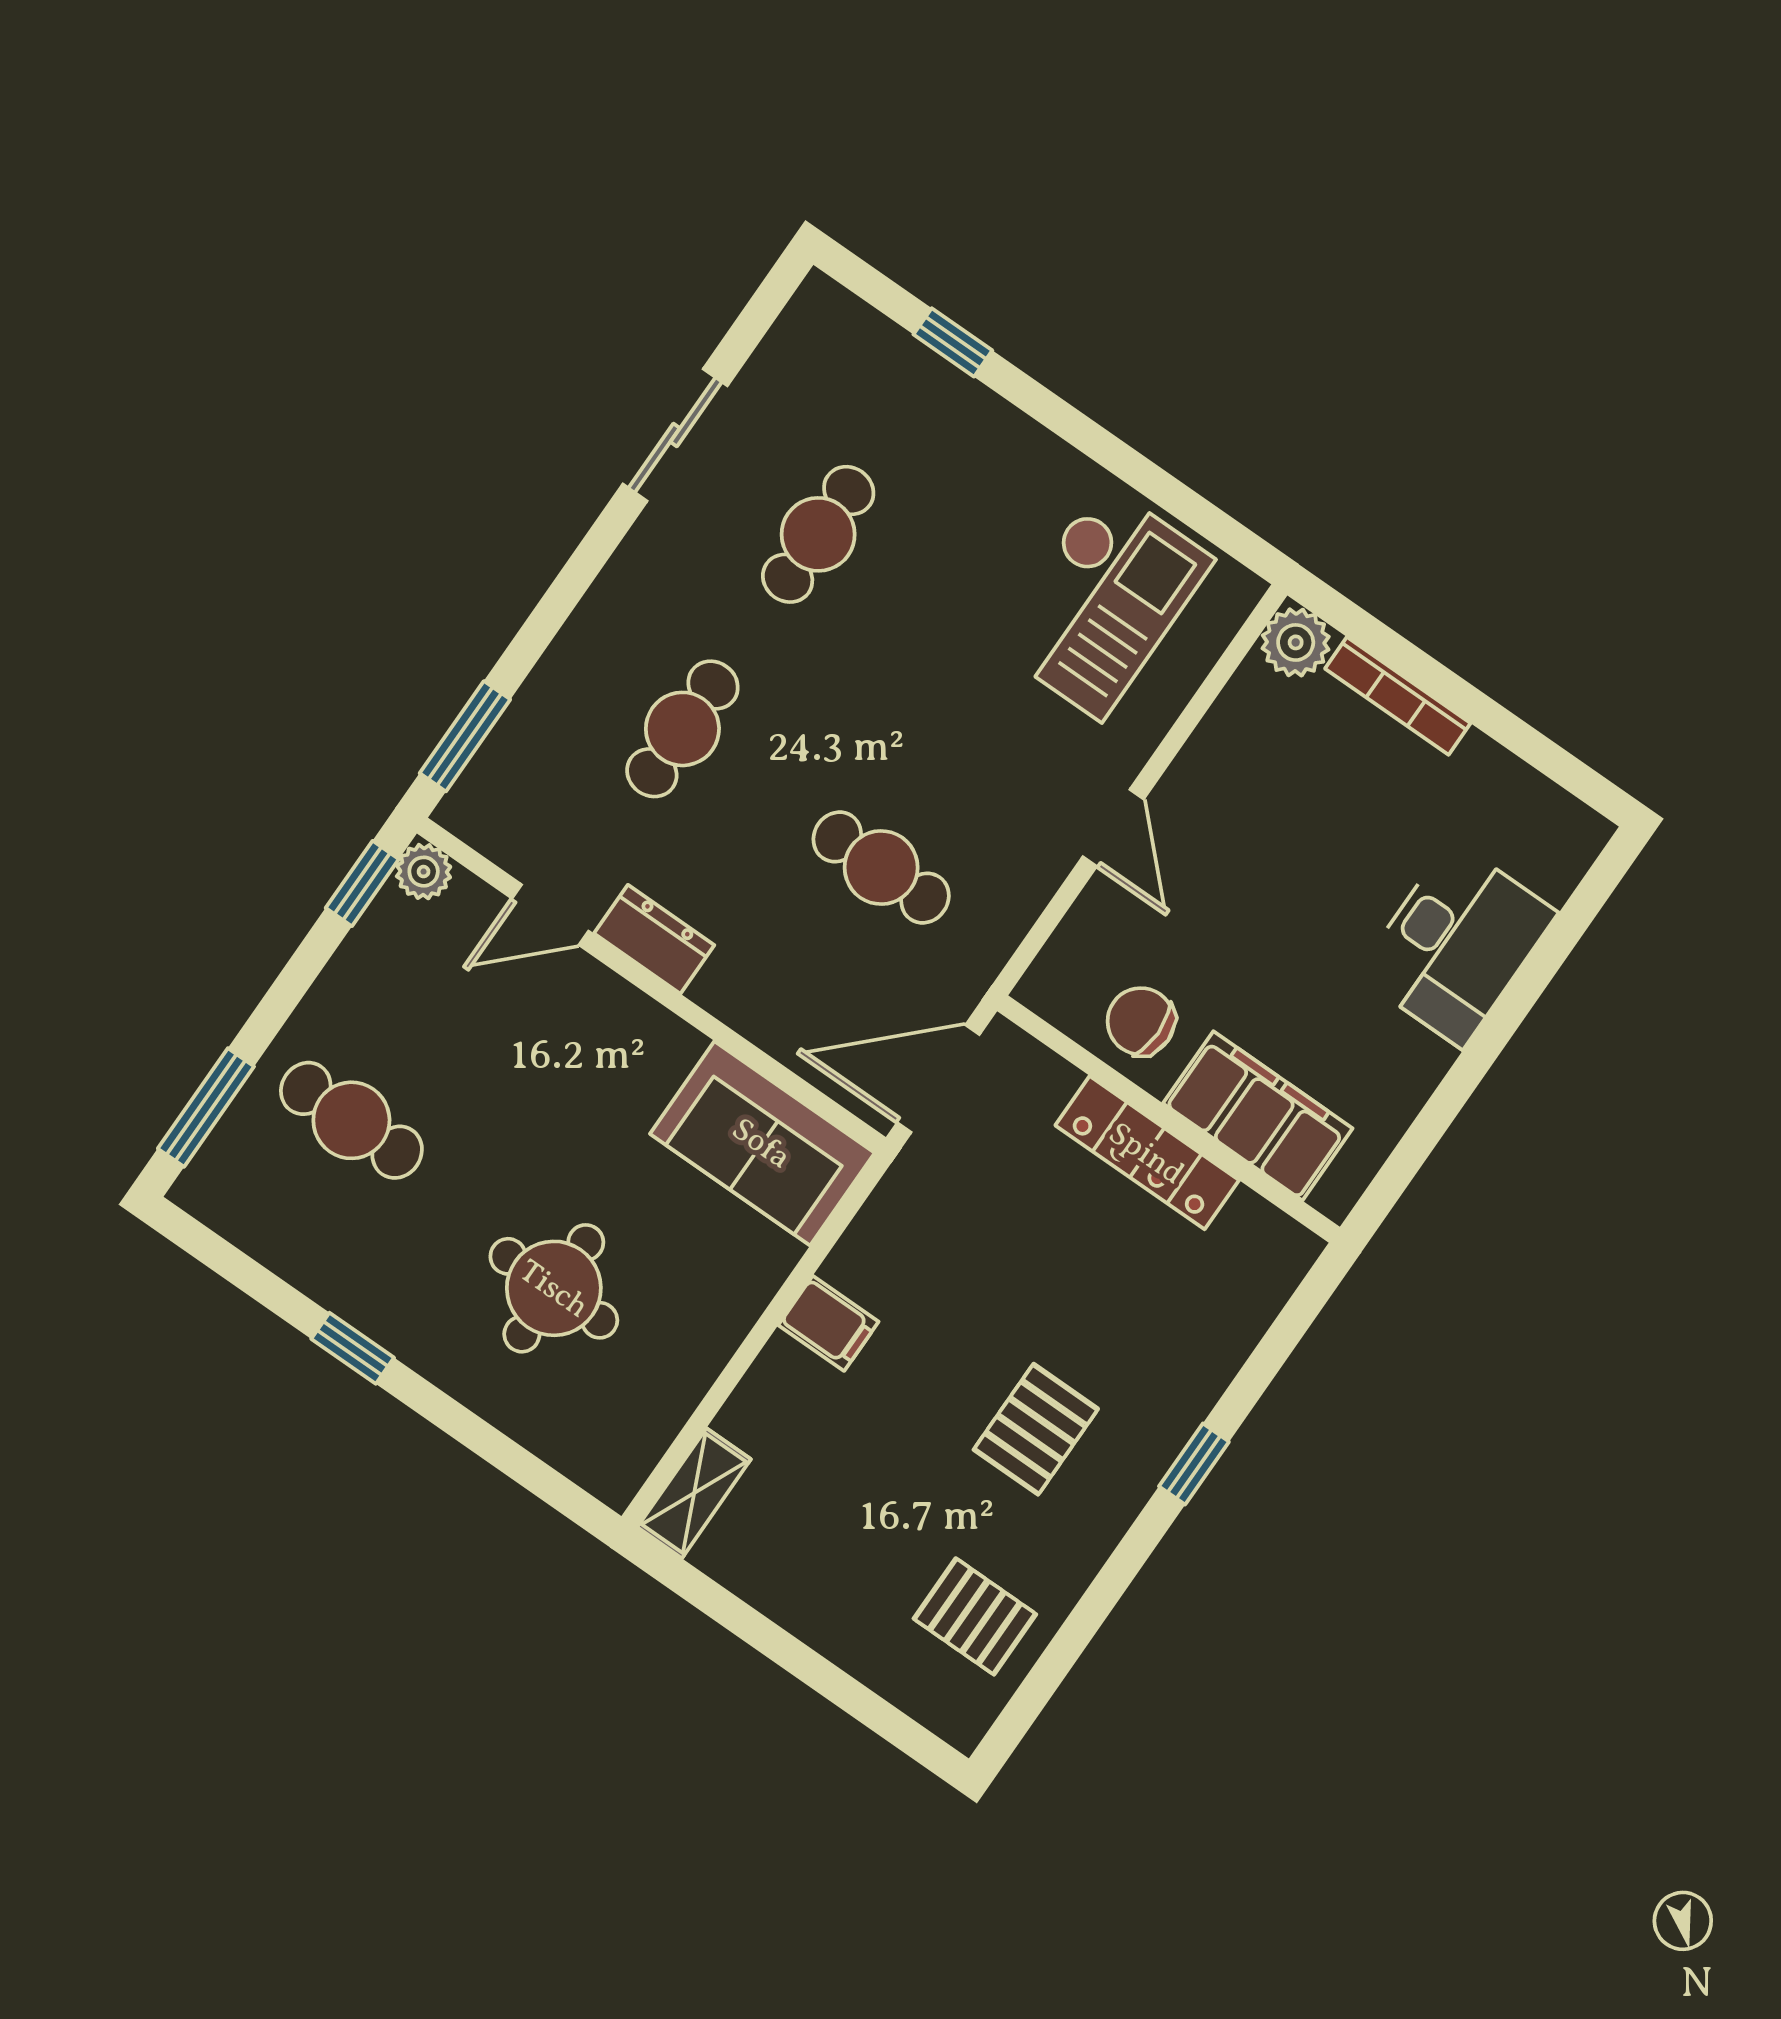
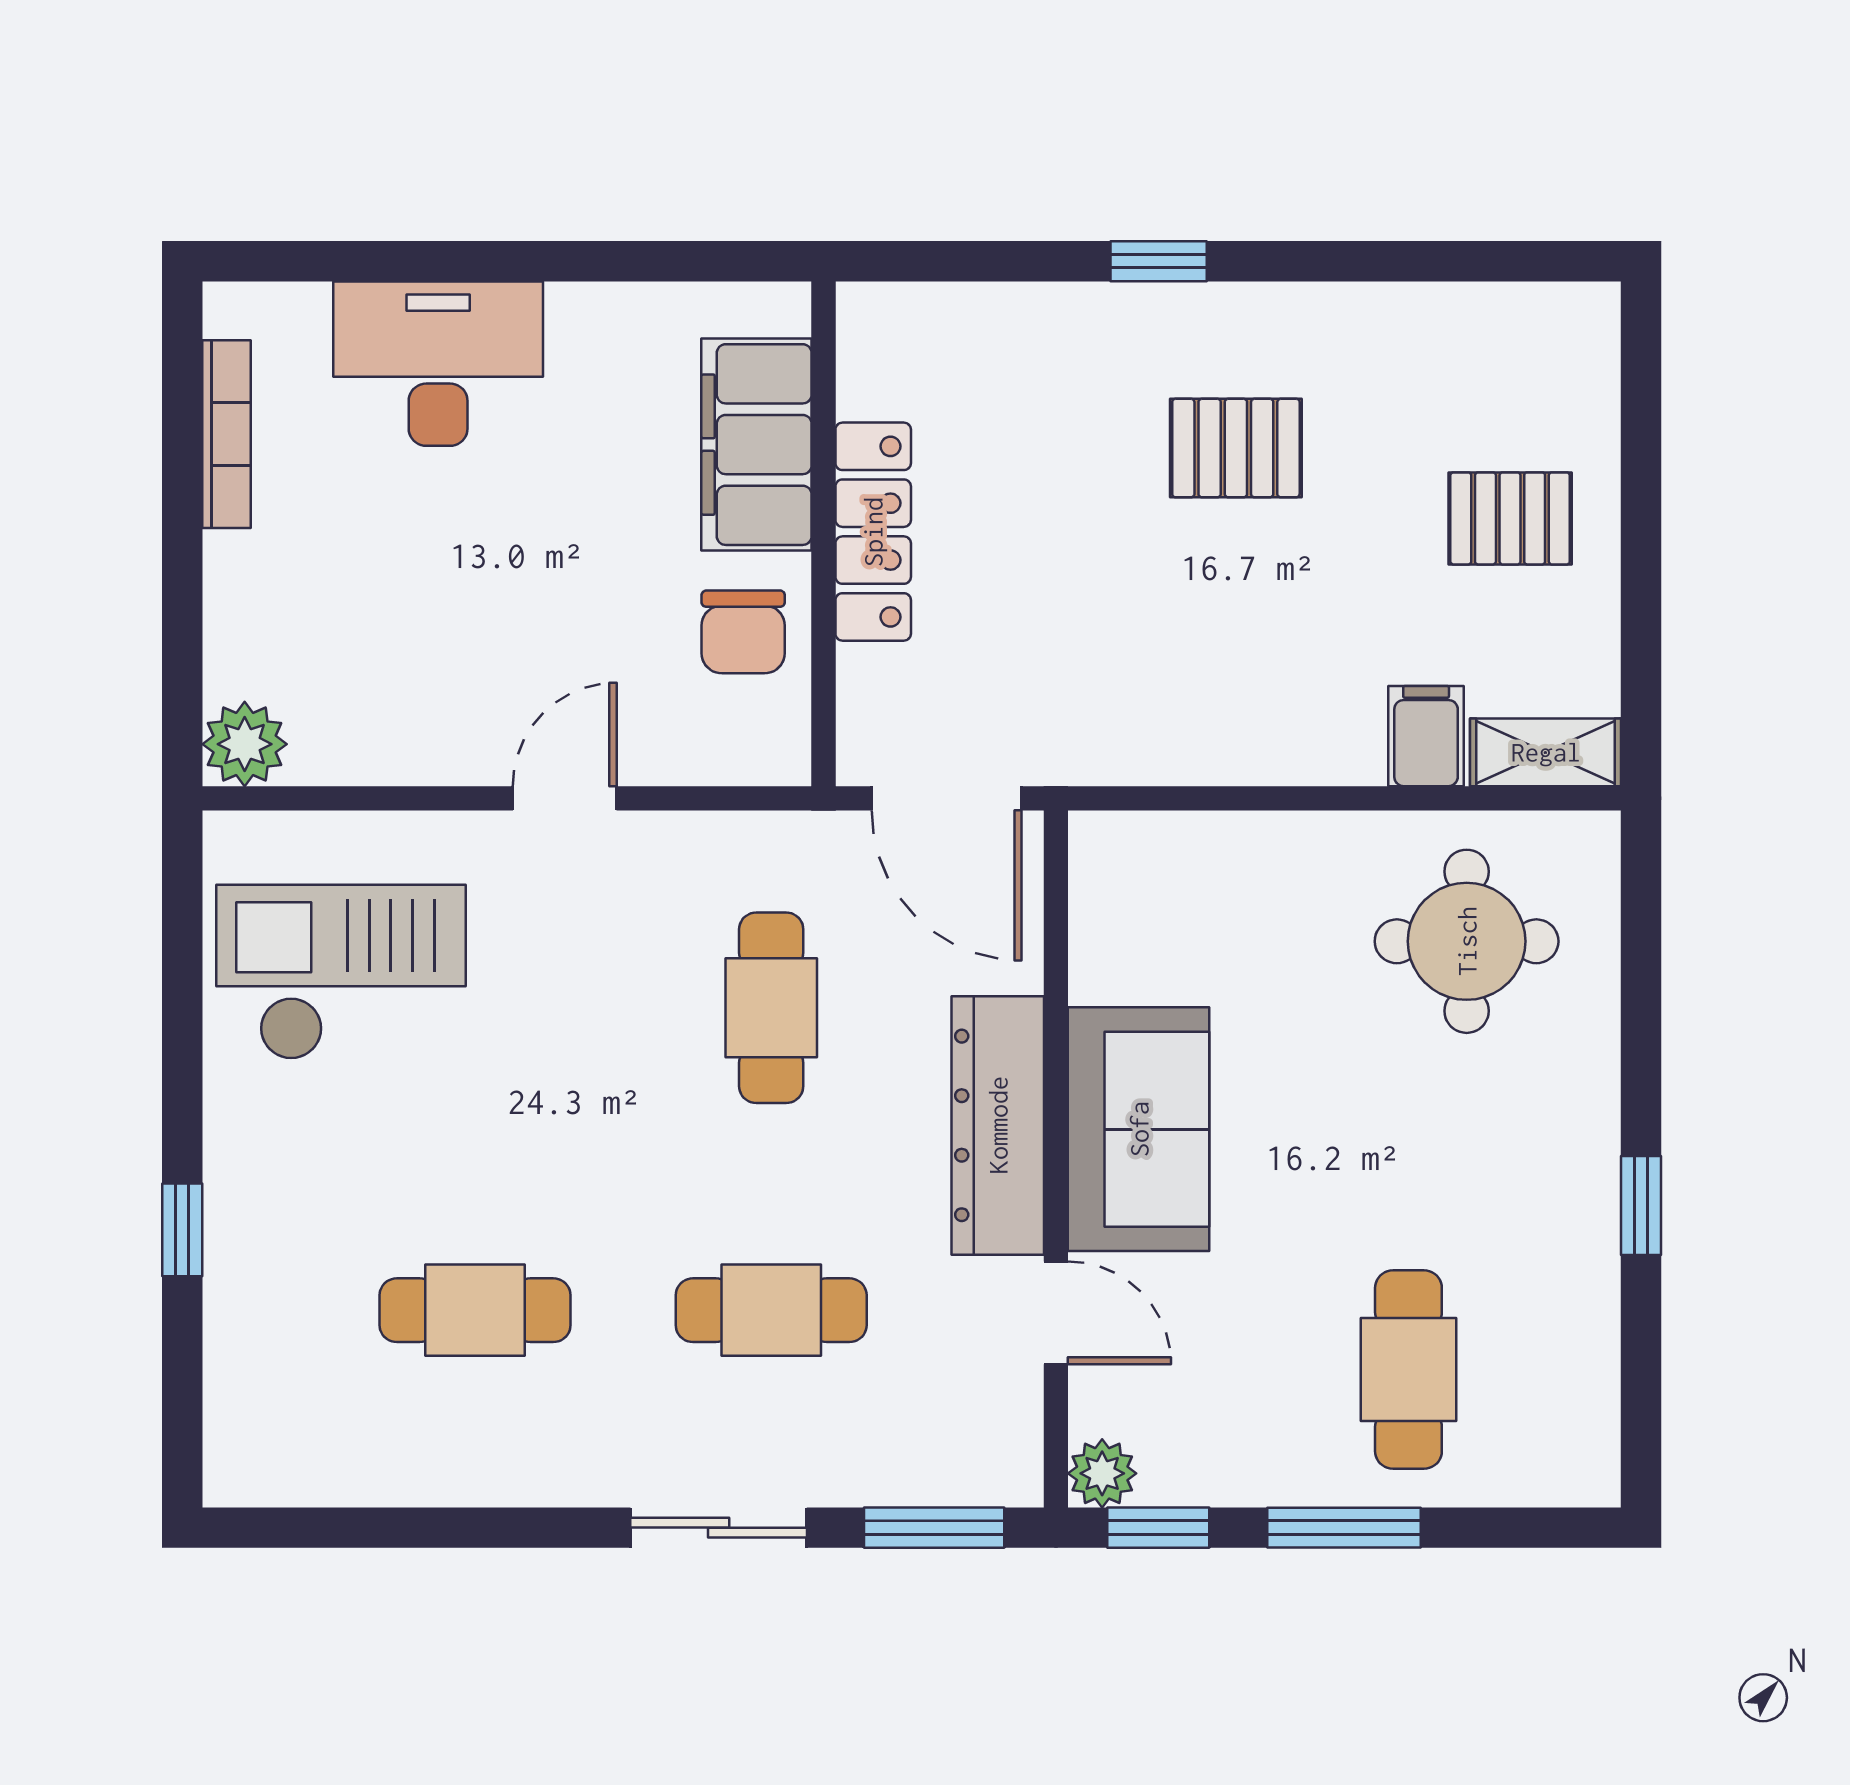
window: (953, 342) -> (182, 1230), moved
sliding door: (675, 435) -> (719, 1528), moved
bookcase: (1398, 696) -> (226, 434), moved
dresser: (654, 939) -> (998, 1125), width x1.96, depth x1.24
window: (206, 1108) -> (1344, 1528), moved
sofa: (762, 1143) -> (1139, 1129), moved
round table: (554, 1288) -> (1467, 941), moved
filing cabinet: (828, 1323) -> (1426, 736), moved
pallet: (975, 1616) -> (1510, 518), moved, turned 90

